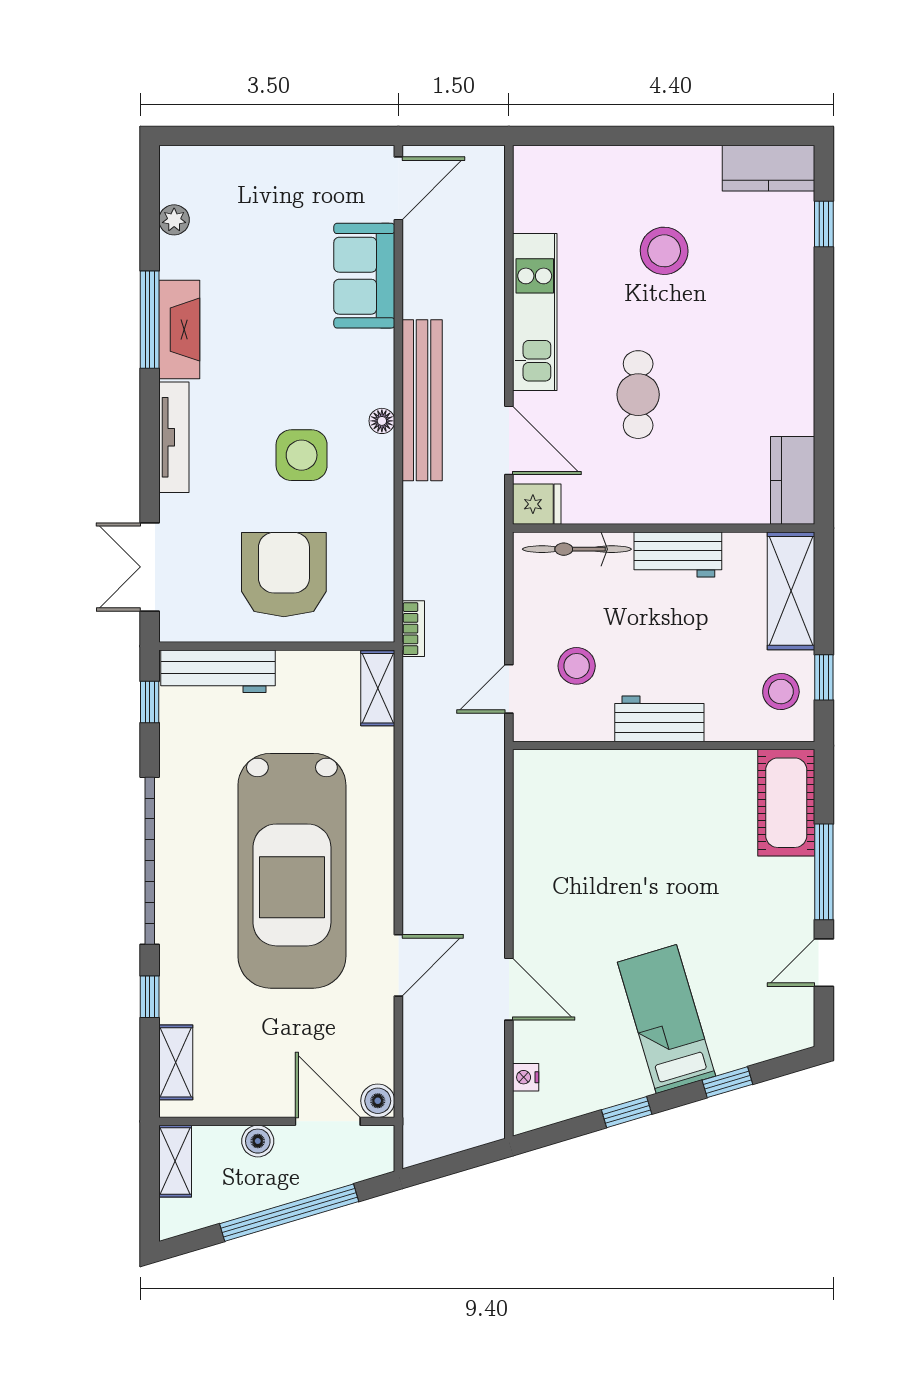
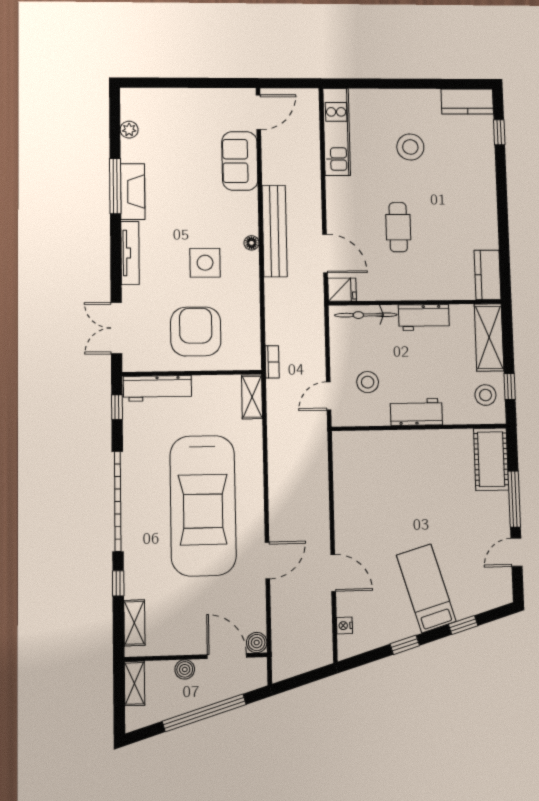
kitchen unit: (535, 312) -> (337, 132), moved

